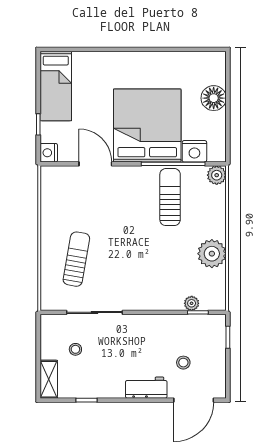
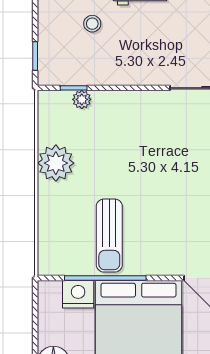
plant: (217, 175) -> (50, 264), removed

